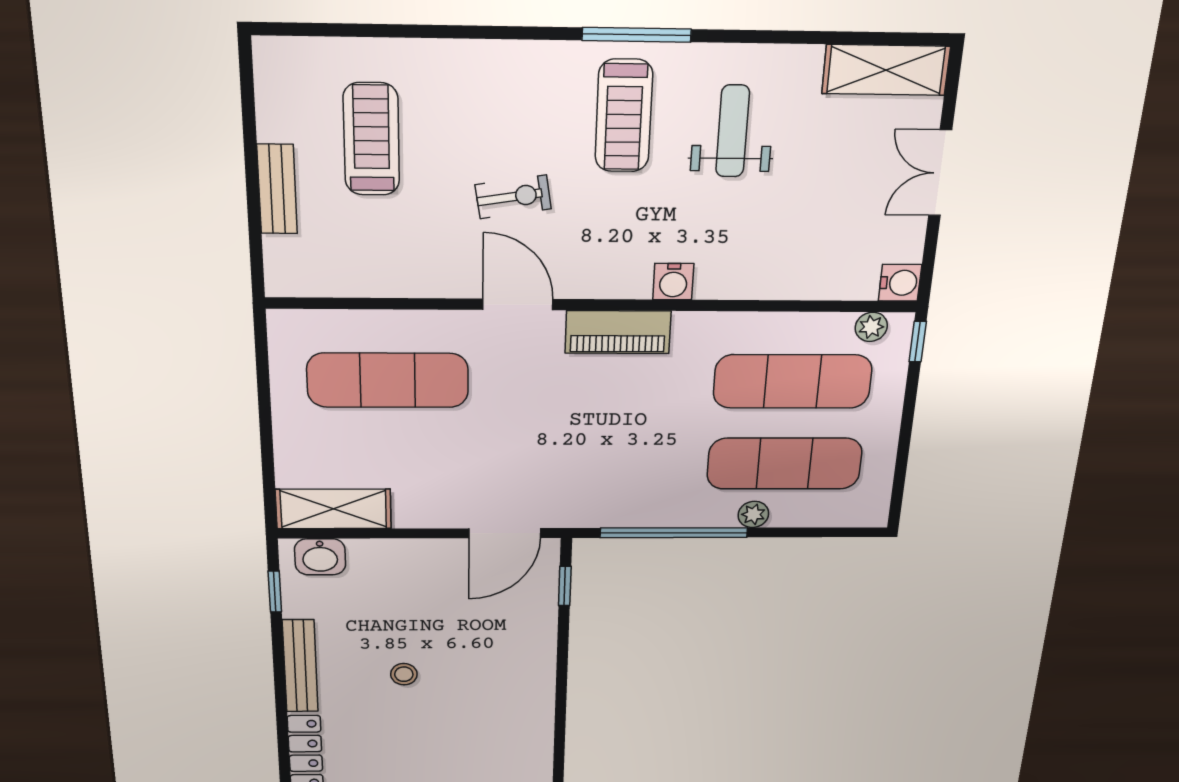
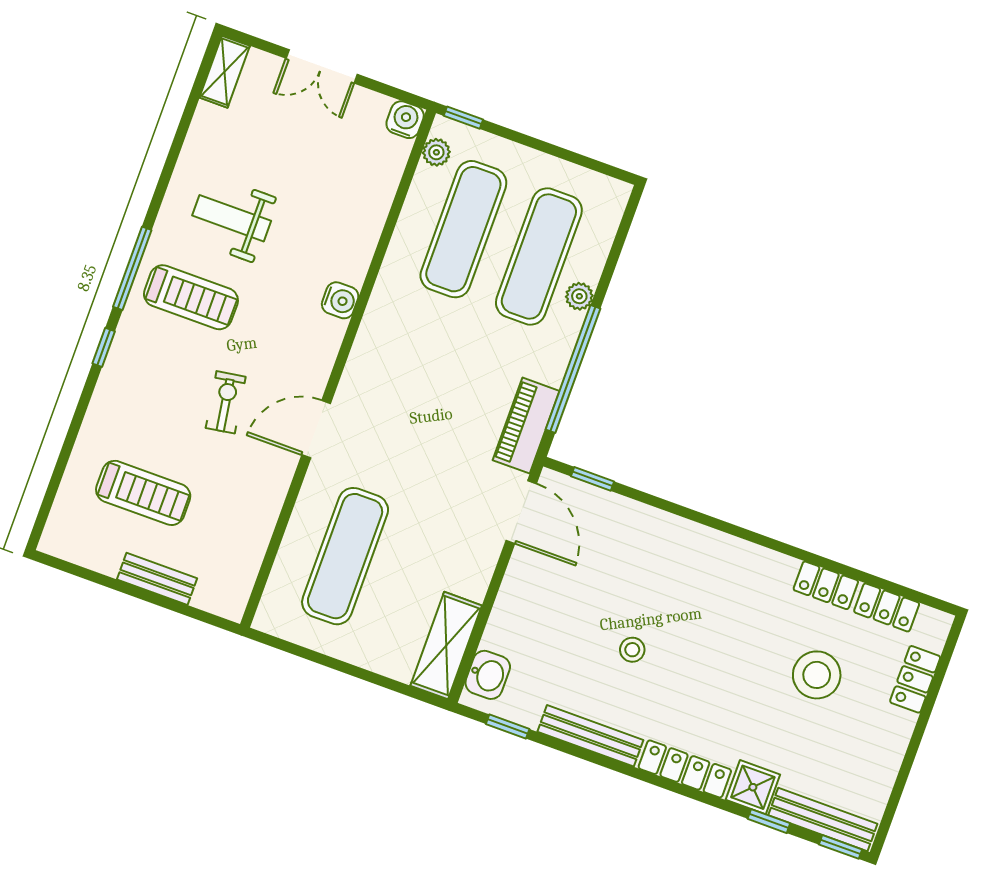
window: (529, 33) -> (104, 347), added
shelving: (886, 70) -> (225, 72), width x0.67, depth x0.75
treadmill: (371, 139) -> (143, 493), turned 180
piano: (618, 332) -> (526, 426), moved, turned 180

